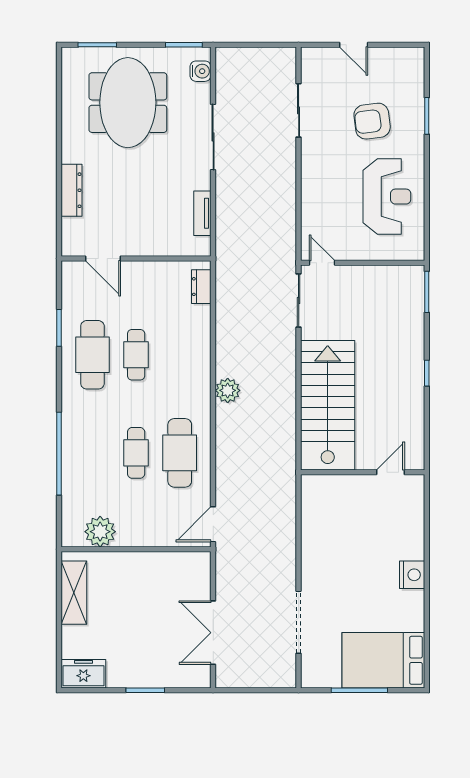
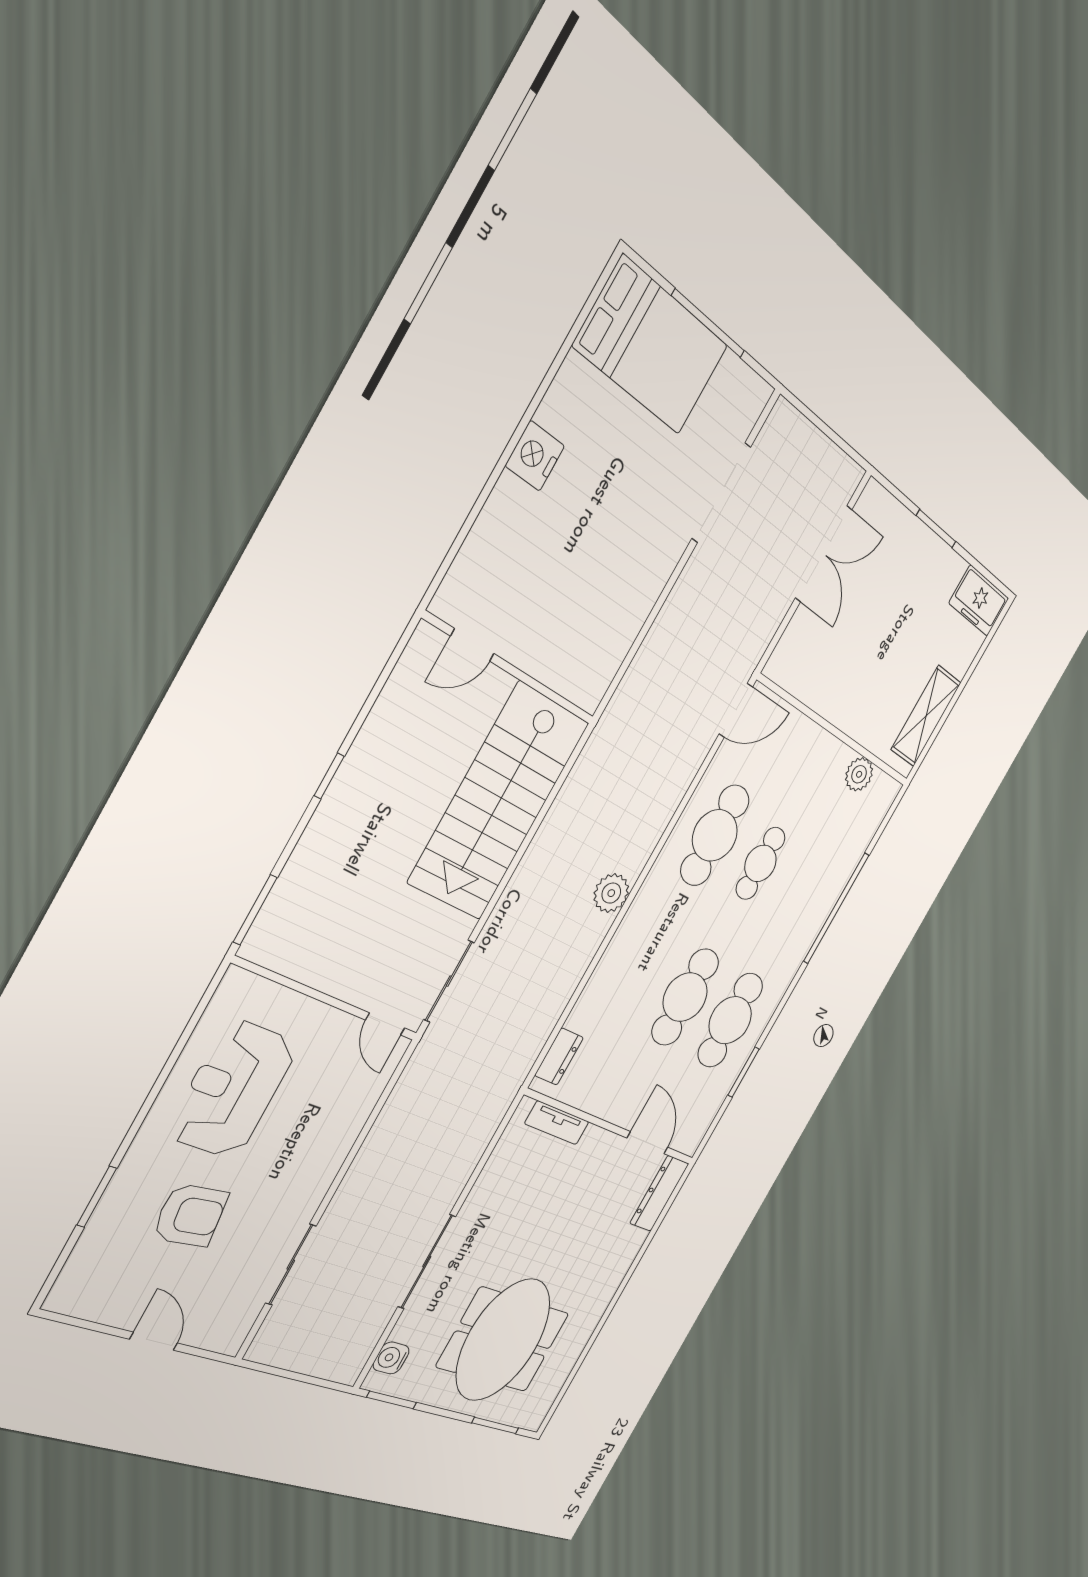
dresser: (71, 190) -> (659, 1193), moved
tv unit: (202, 213) -> (557, 1123), moved, turned 90
cafe table: (136, 355) -> (685, 997), width x1.37, depth x1.35
plant: (100, 532) -> (859, 774), width x0.73, depth x0.73

